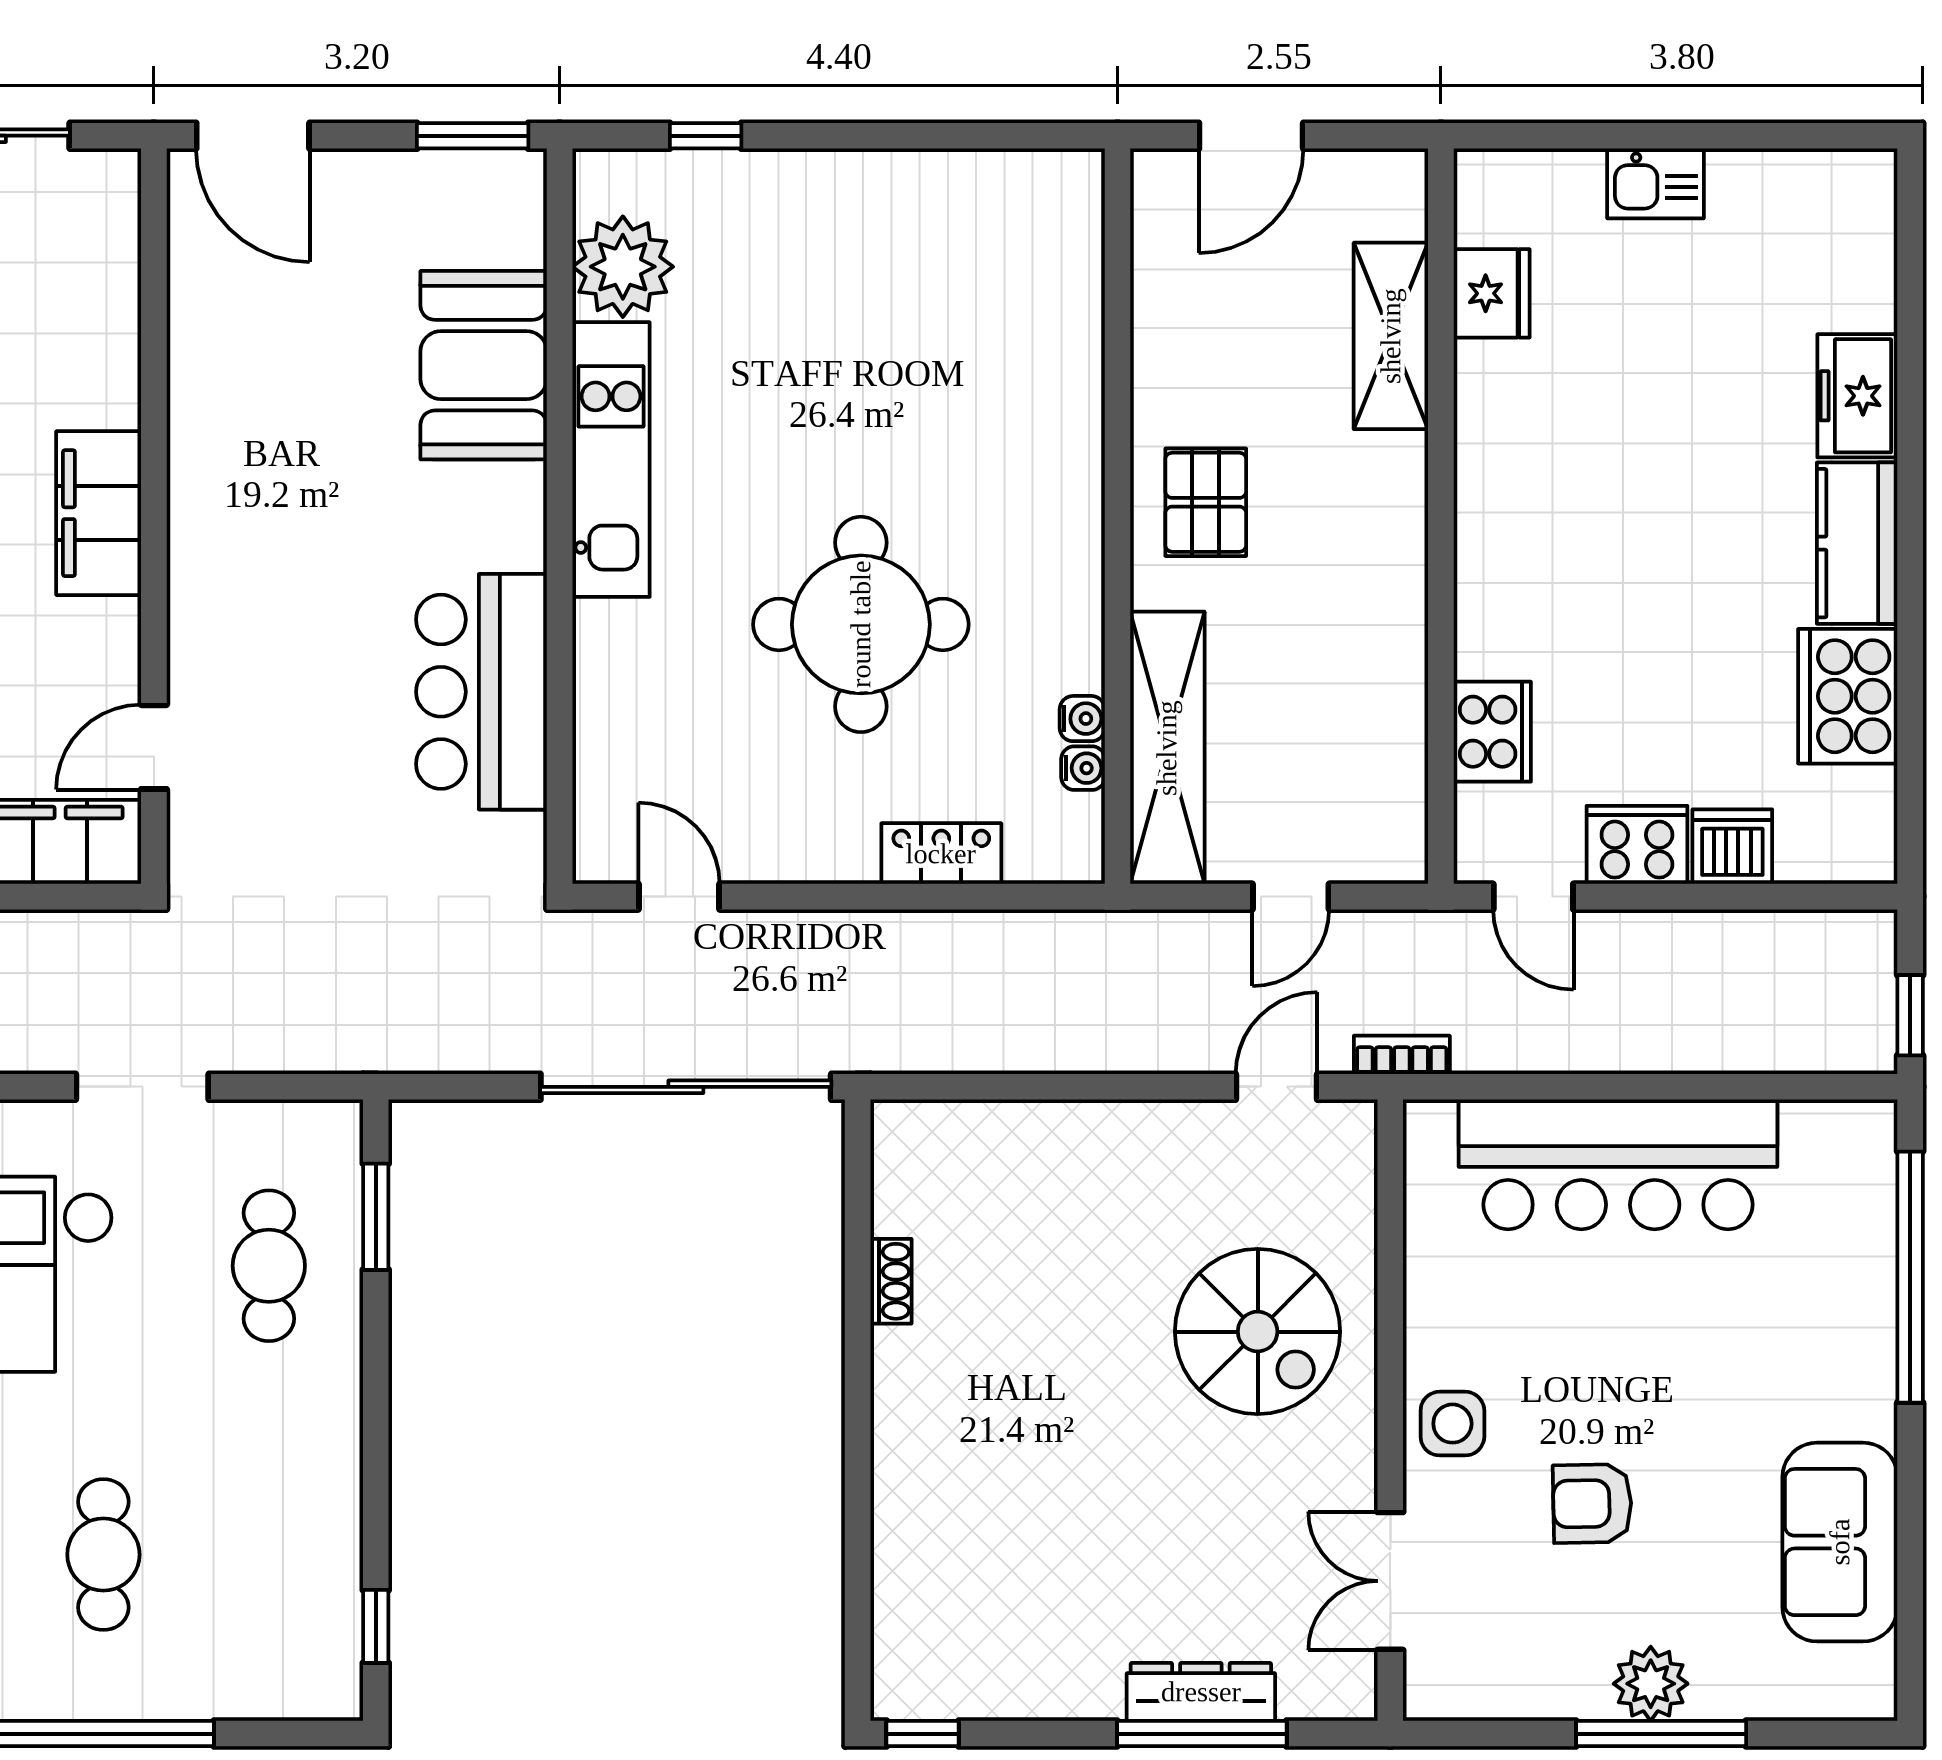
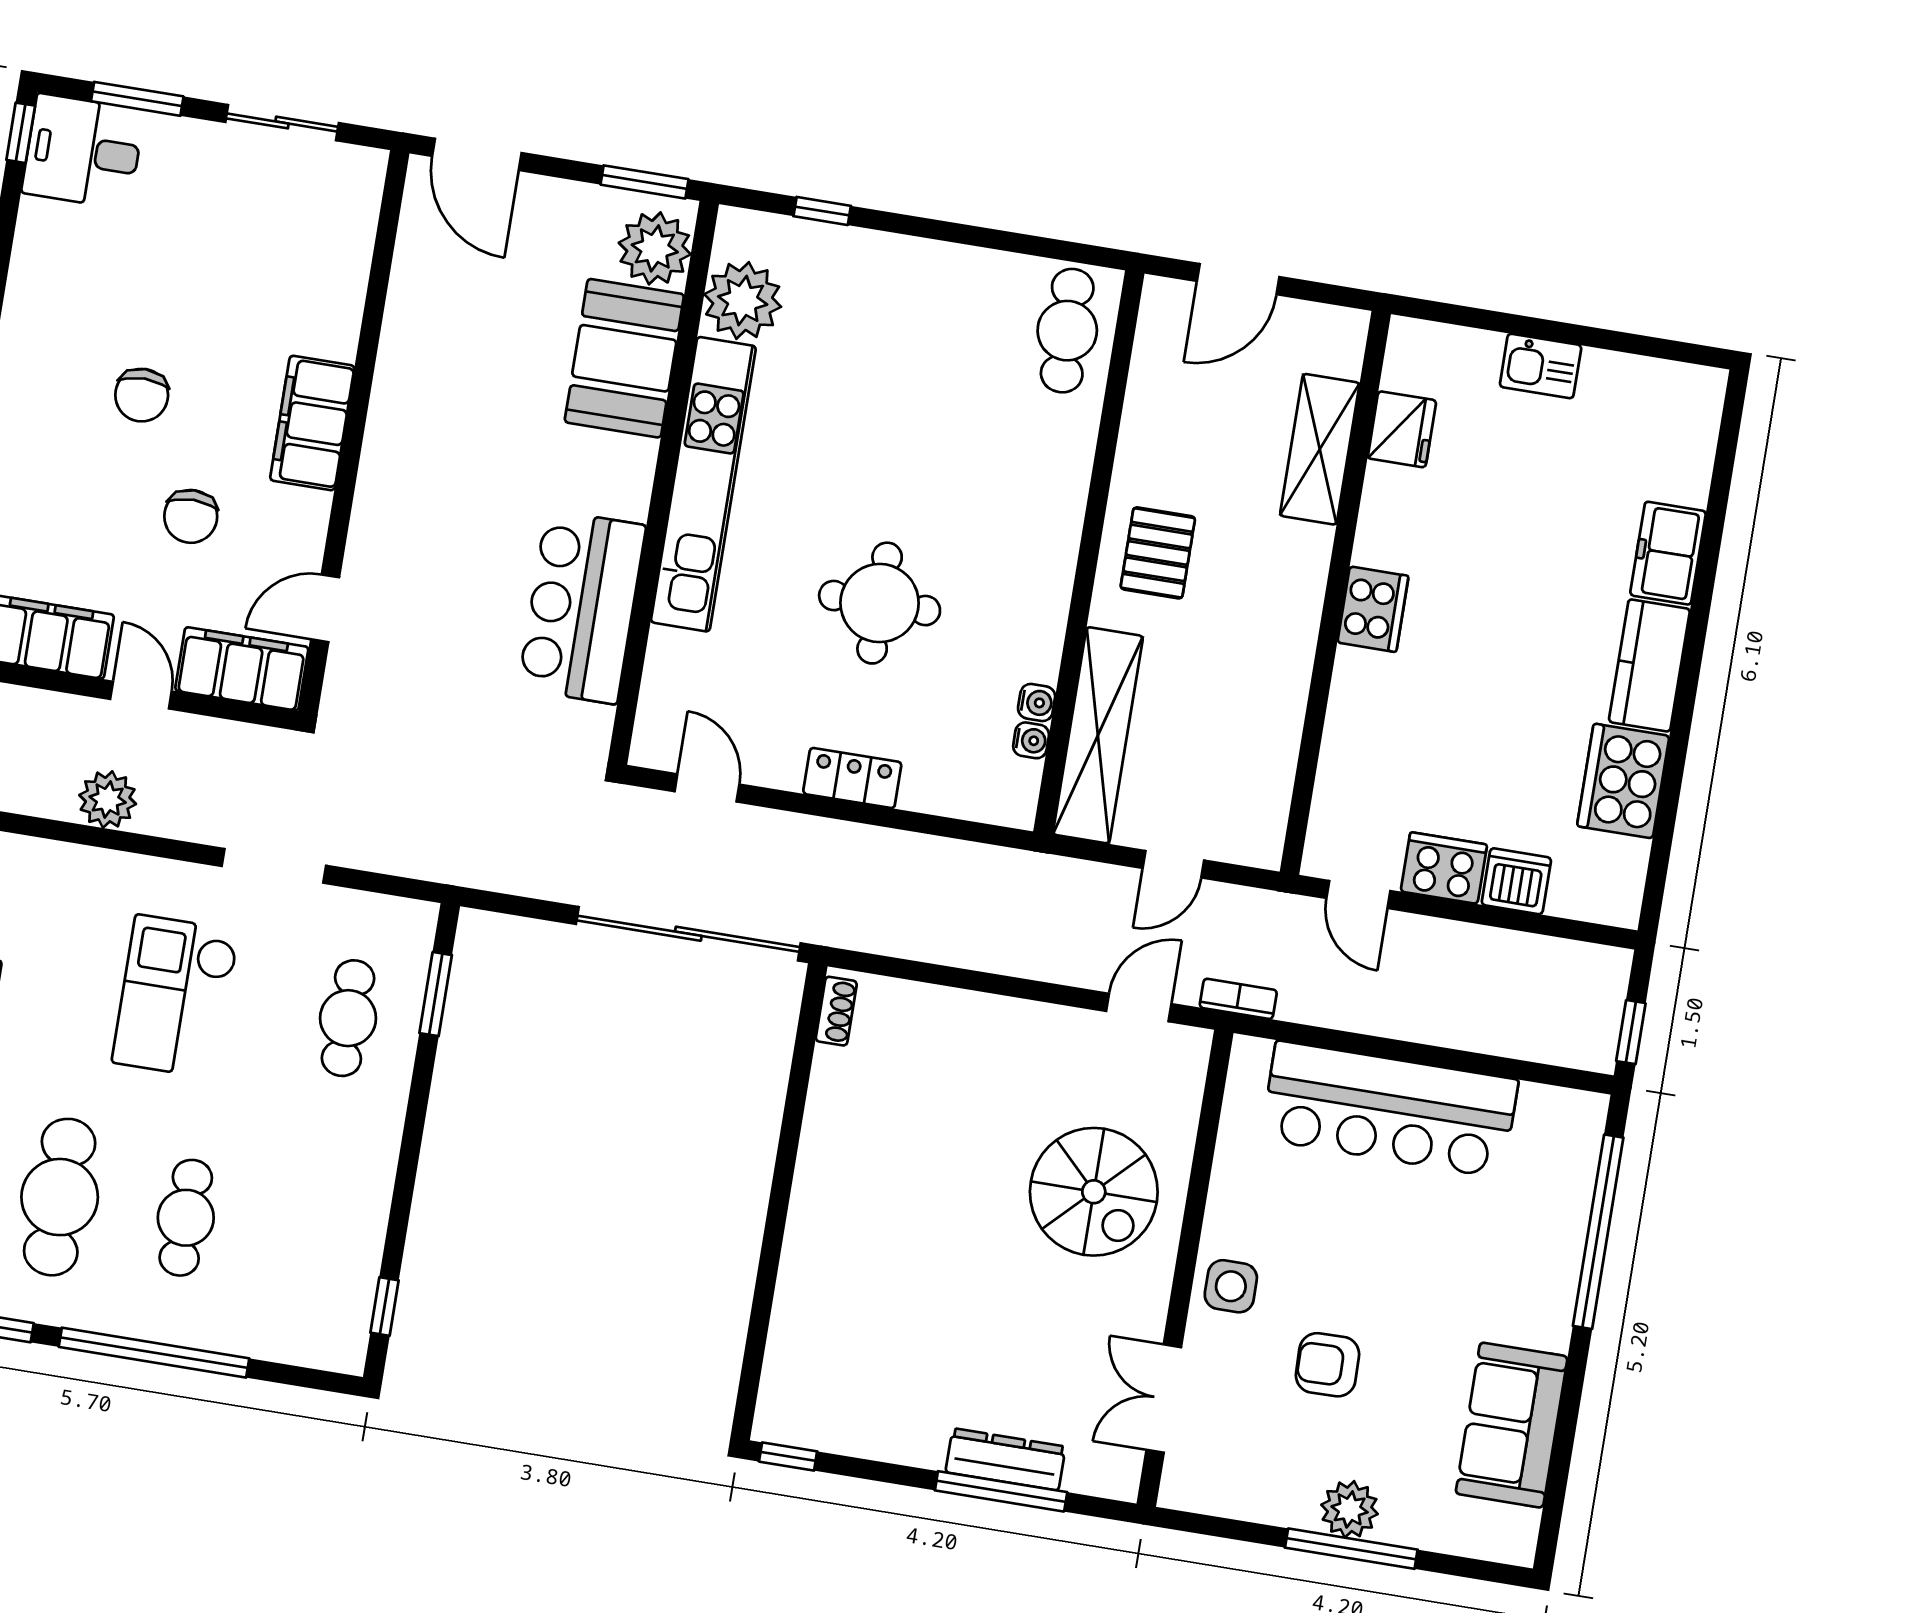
plant: (500, 219) -> (655, 248), added
cafe table: (1044, 237) -> (1067, 331), added
kitchen unit: (611, 460) -> (703, 484), width x1.36
round table: (861, 624) -> (880, 603), width x0.73, depth x0.73
cooker: (1492, 732) -> (1373, 609), moved
locker: (941, 854) -> (852, 778), moved
shoe rack: (891, 1281) -> (836, 1011), moved

